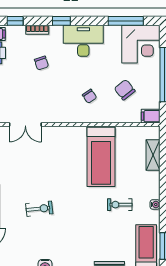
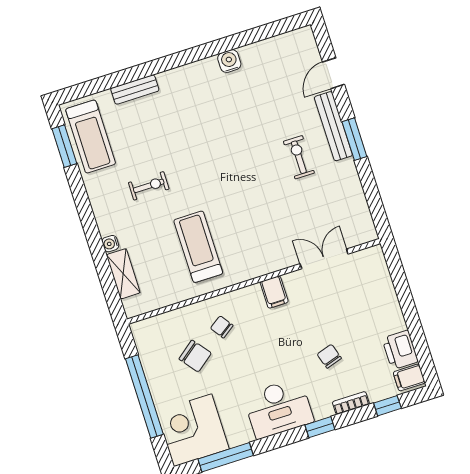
chair: (90, 96) -> (222, 327), moved
filing cabinet: (151, 116) -> (274, 292), moved, turned 90
treadmill: (101, 157) -> (198, 247), width x0.73, depth x0.73
water cooler: (155, 204) -> (110, 244), moved
exercise bike: (39, 209) -> (299, 157), moved, turned 96

